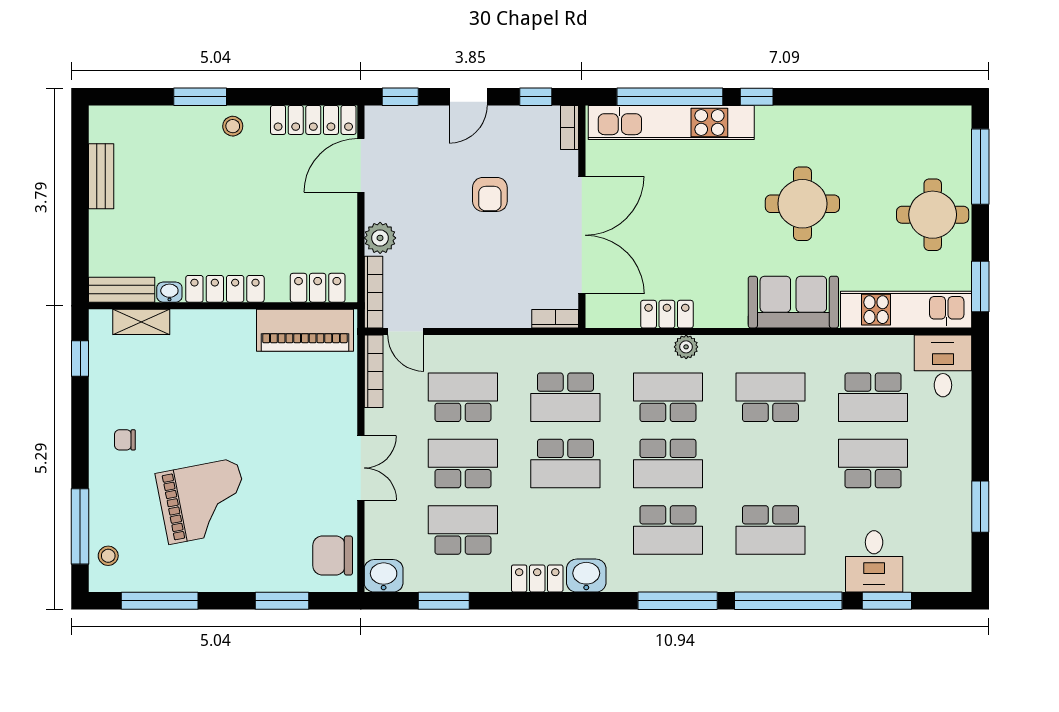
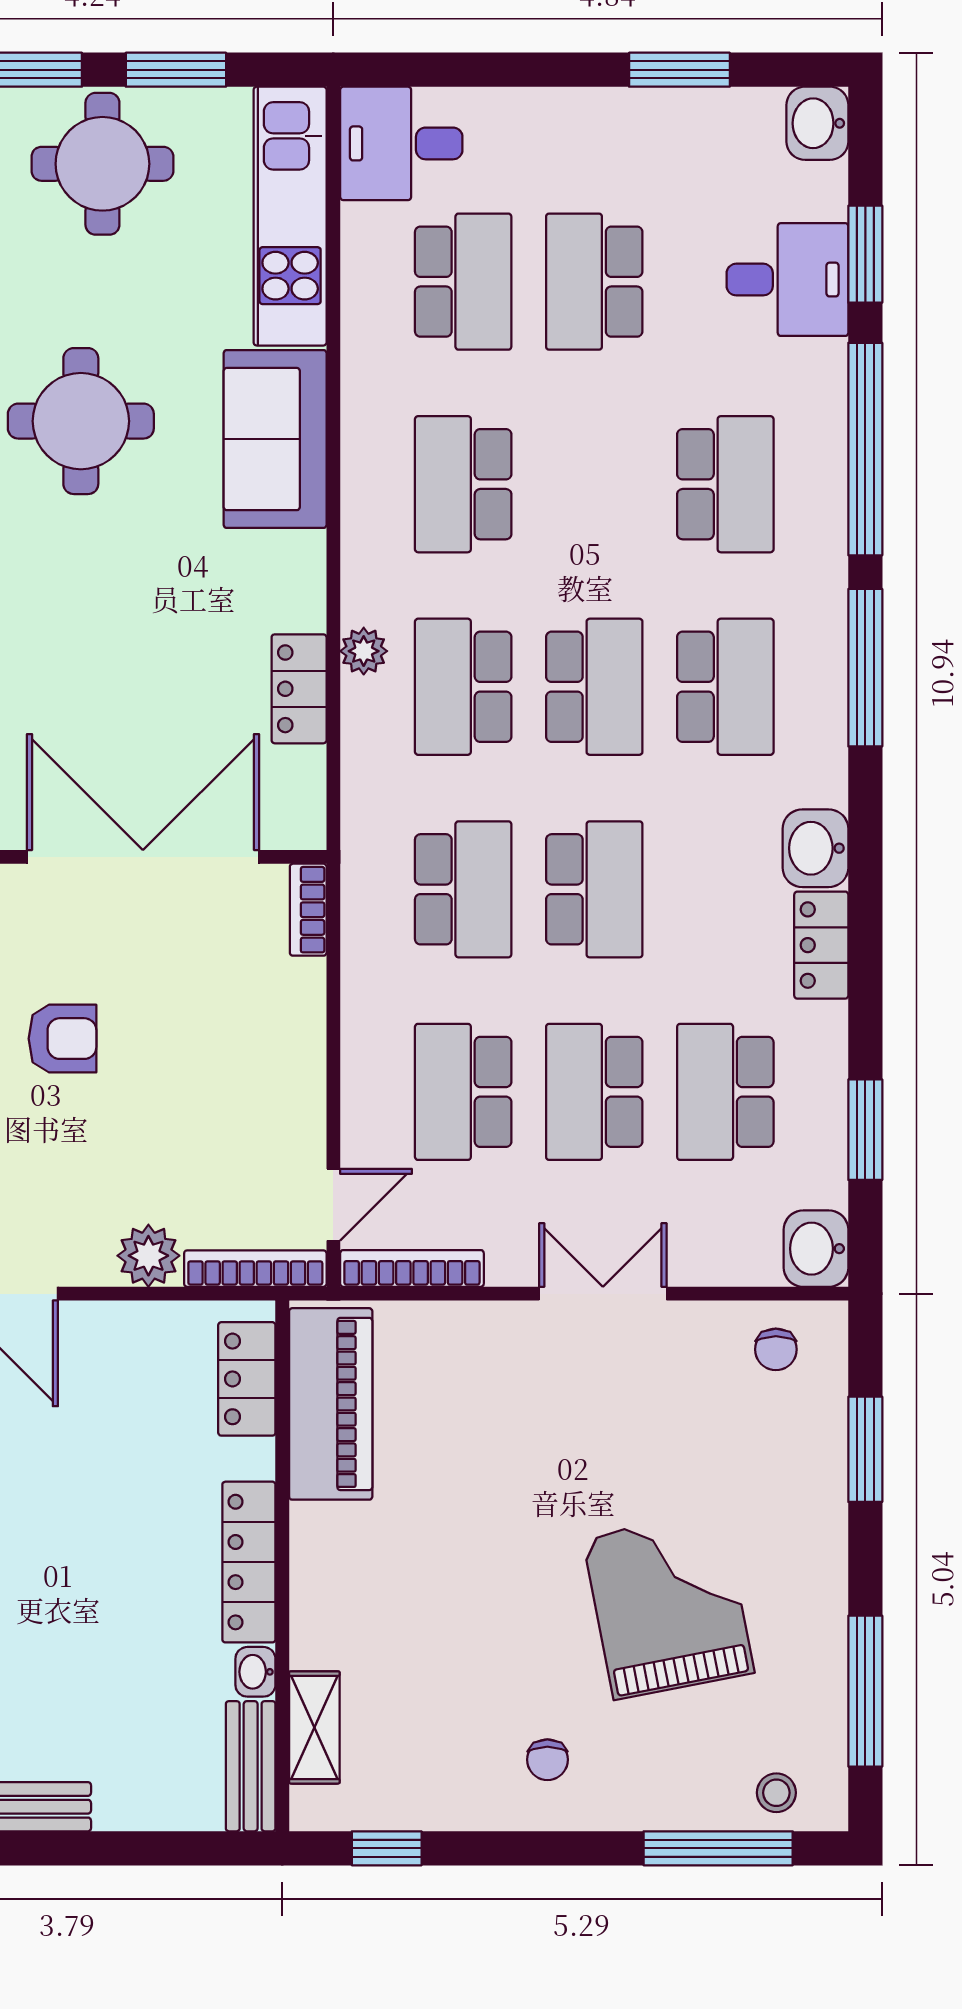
window: (980, 287) -> (176, 70), moved
chair: (333, 556) -> (776, 1349), width x0.54, depth x0.54
washbasin: (953, 577) -> (817, 123), added

